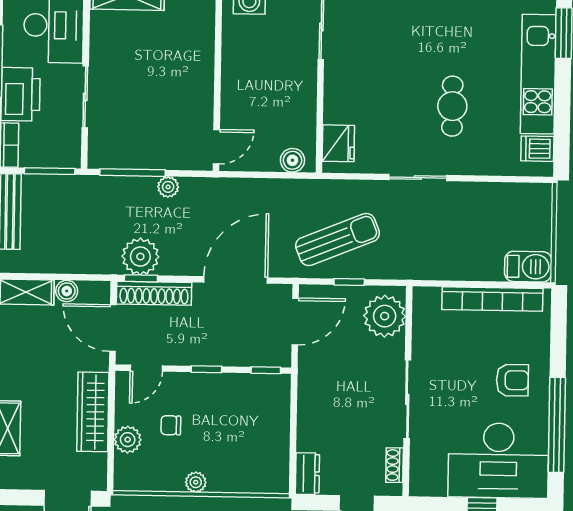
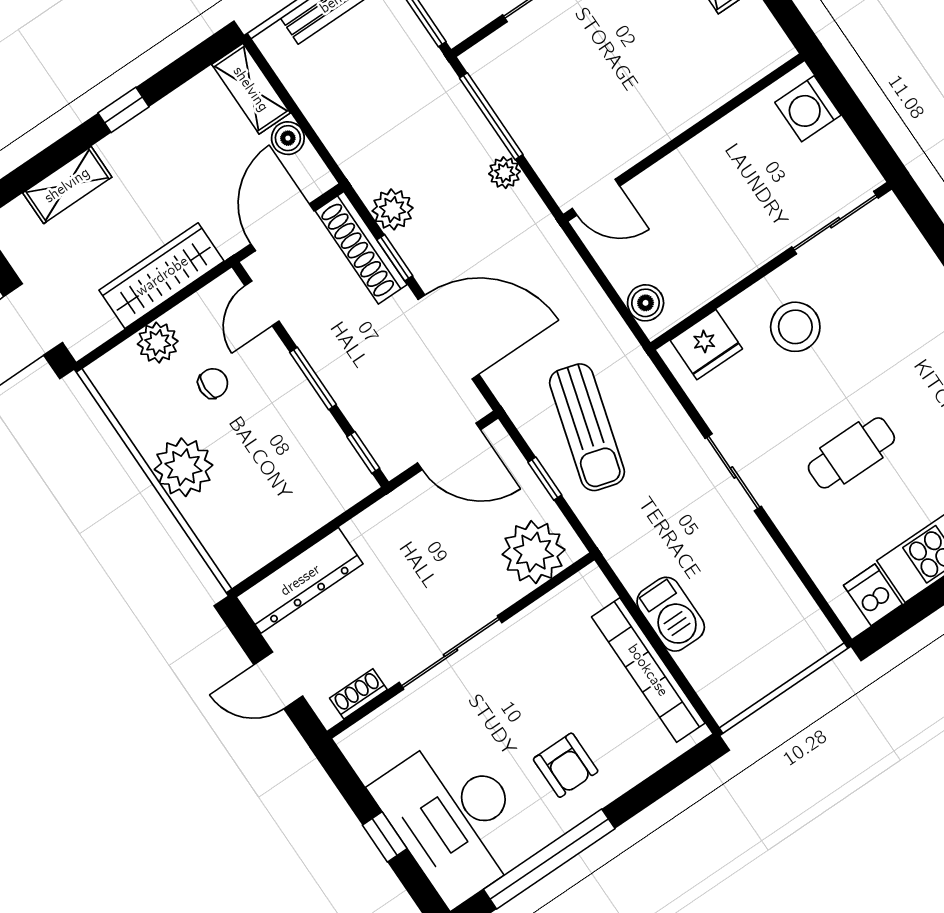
stool: (363, 88) -> (795, 327), added
sun lounger: (337, 239) -> (587, 427), turned 38
plant: (140, 257) -> (393, 209), width x0.73, depth x0.73
barbecue: (528, 267) -> (671, 614), moved
window: (141, 278) -> (395, 258), moved
door: (146, 368) -> (262, 303), hinge flipped
window: (206, 369) -> (313, 378), width x1.50
chair: (171, 425) -> (213, 383), turned 90
dresser: (307, 474) -> (300, 580), width x1.96, depth x1.24
plant: (196, 482) -> (183, 467), width x1.87, depth x1.87

